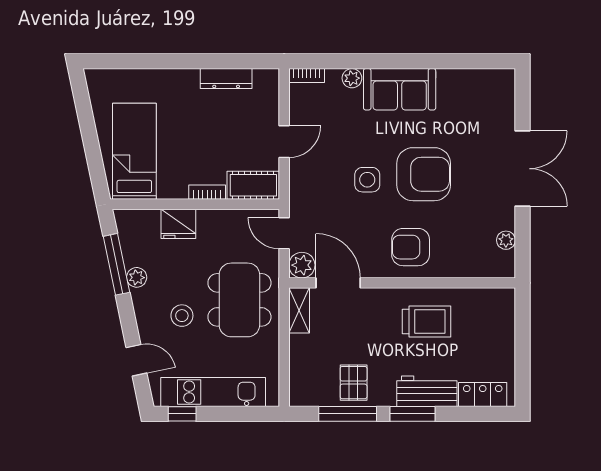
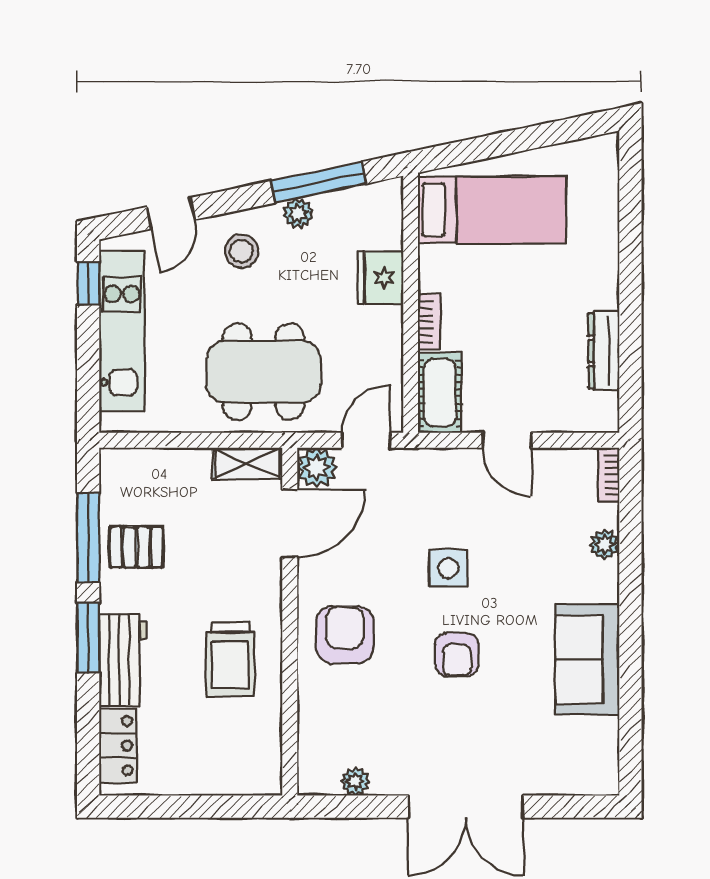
sofa: (400, 89) -> (587, 659), moved
armchair: (424, 174) -> (457, 655), width x0.53, depth x0.53
stool: (182, 316) -> (242, 251), moved

